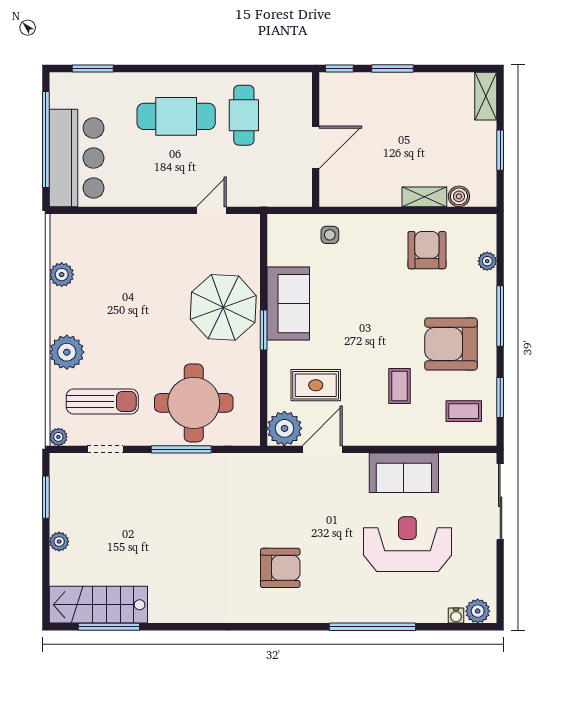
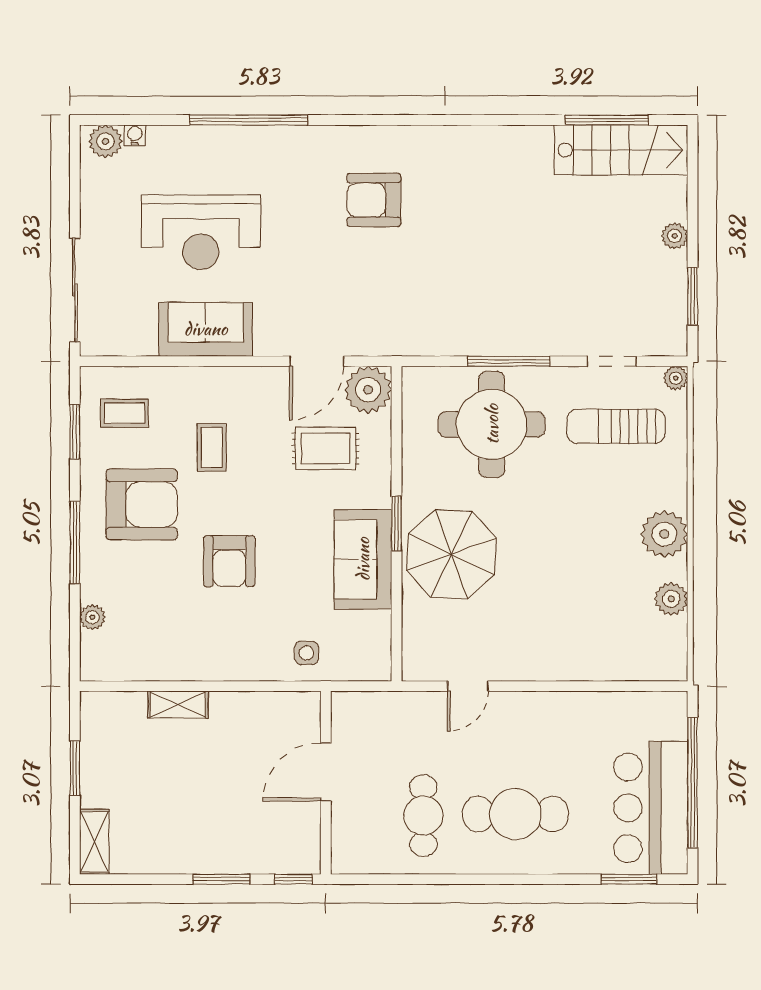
bar counter: (77, 158) -> (651, 808), moved
boiler: (459, 196) -> (131, 705), removed
armchair: (427, 250) -> (229, 561), moved
plant: (67, 352) -> (664, 534), moved

